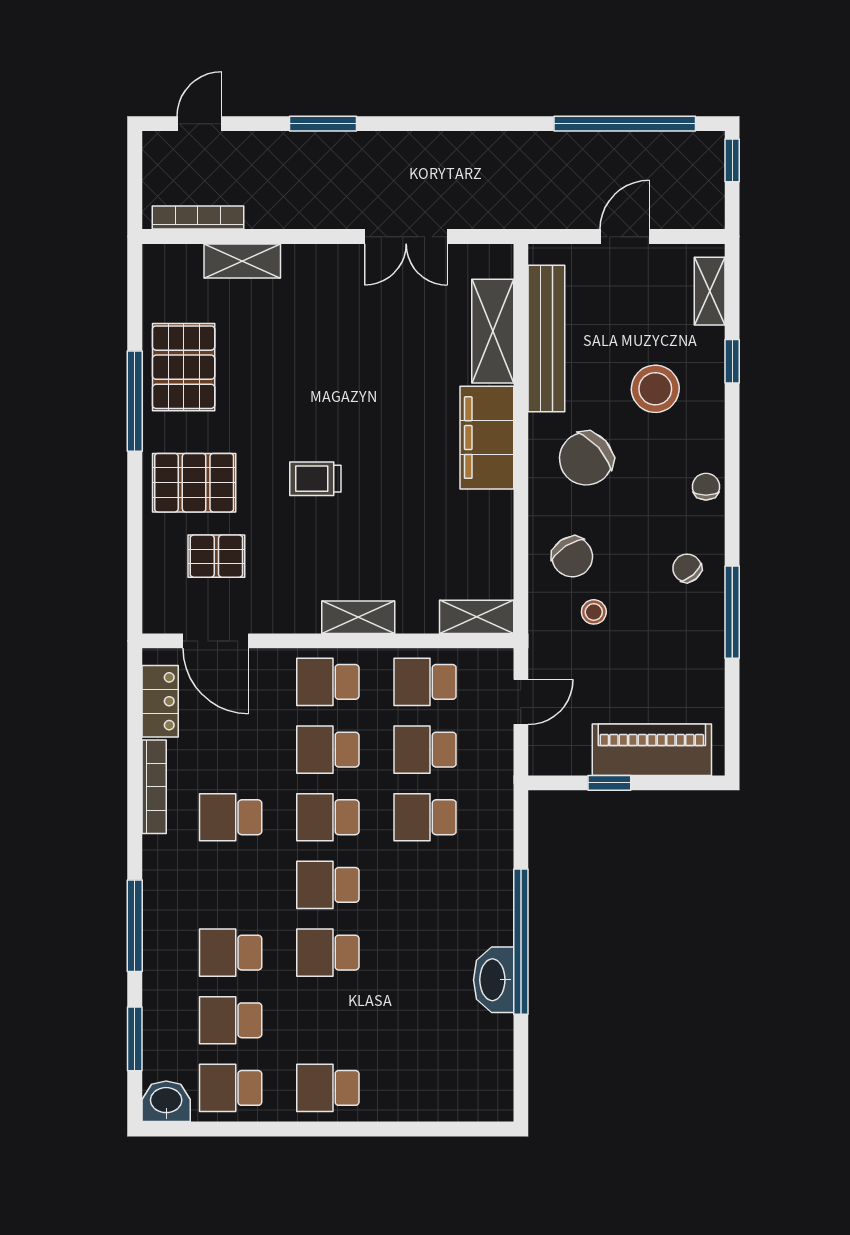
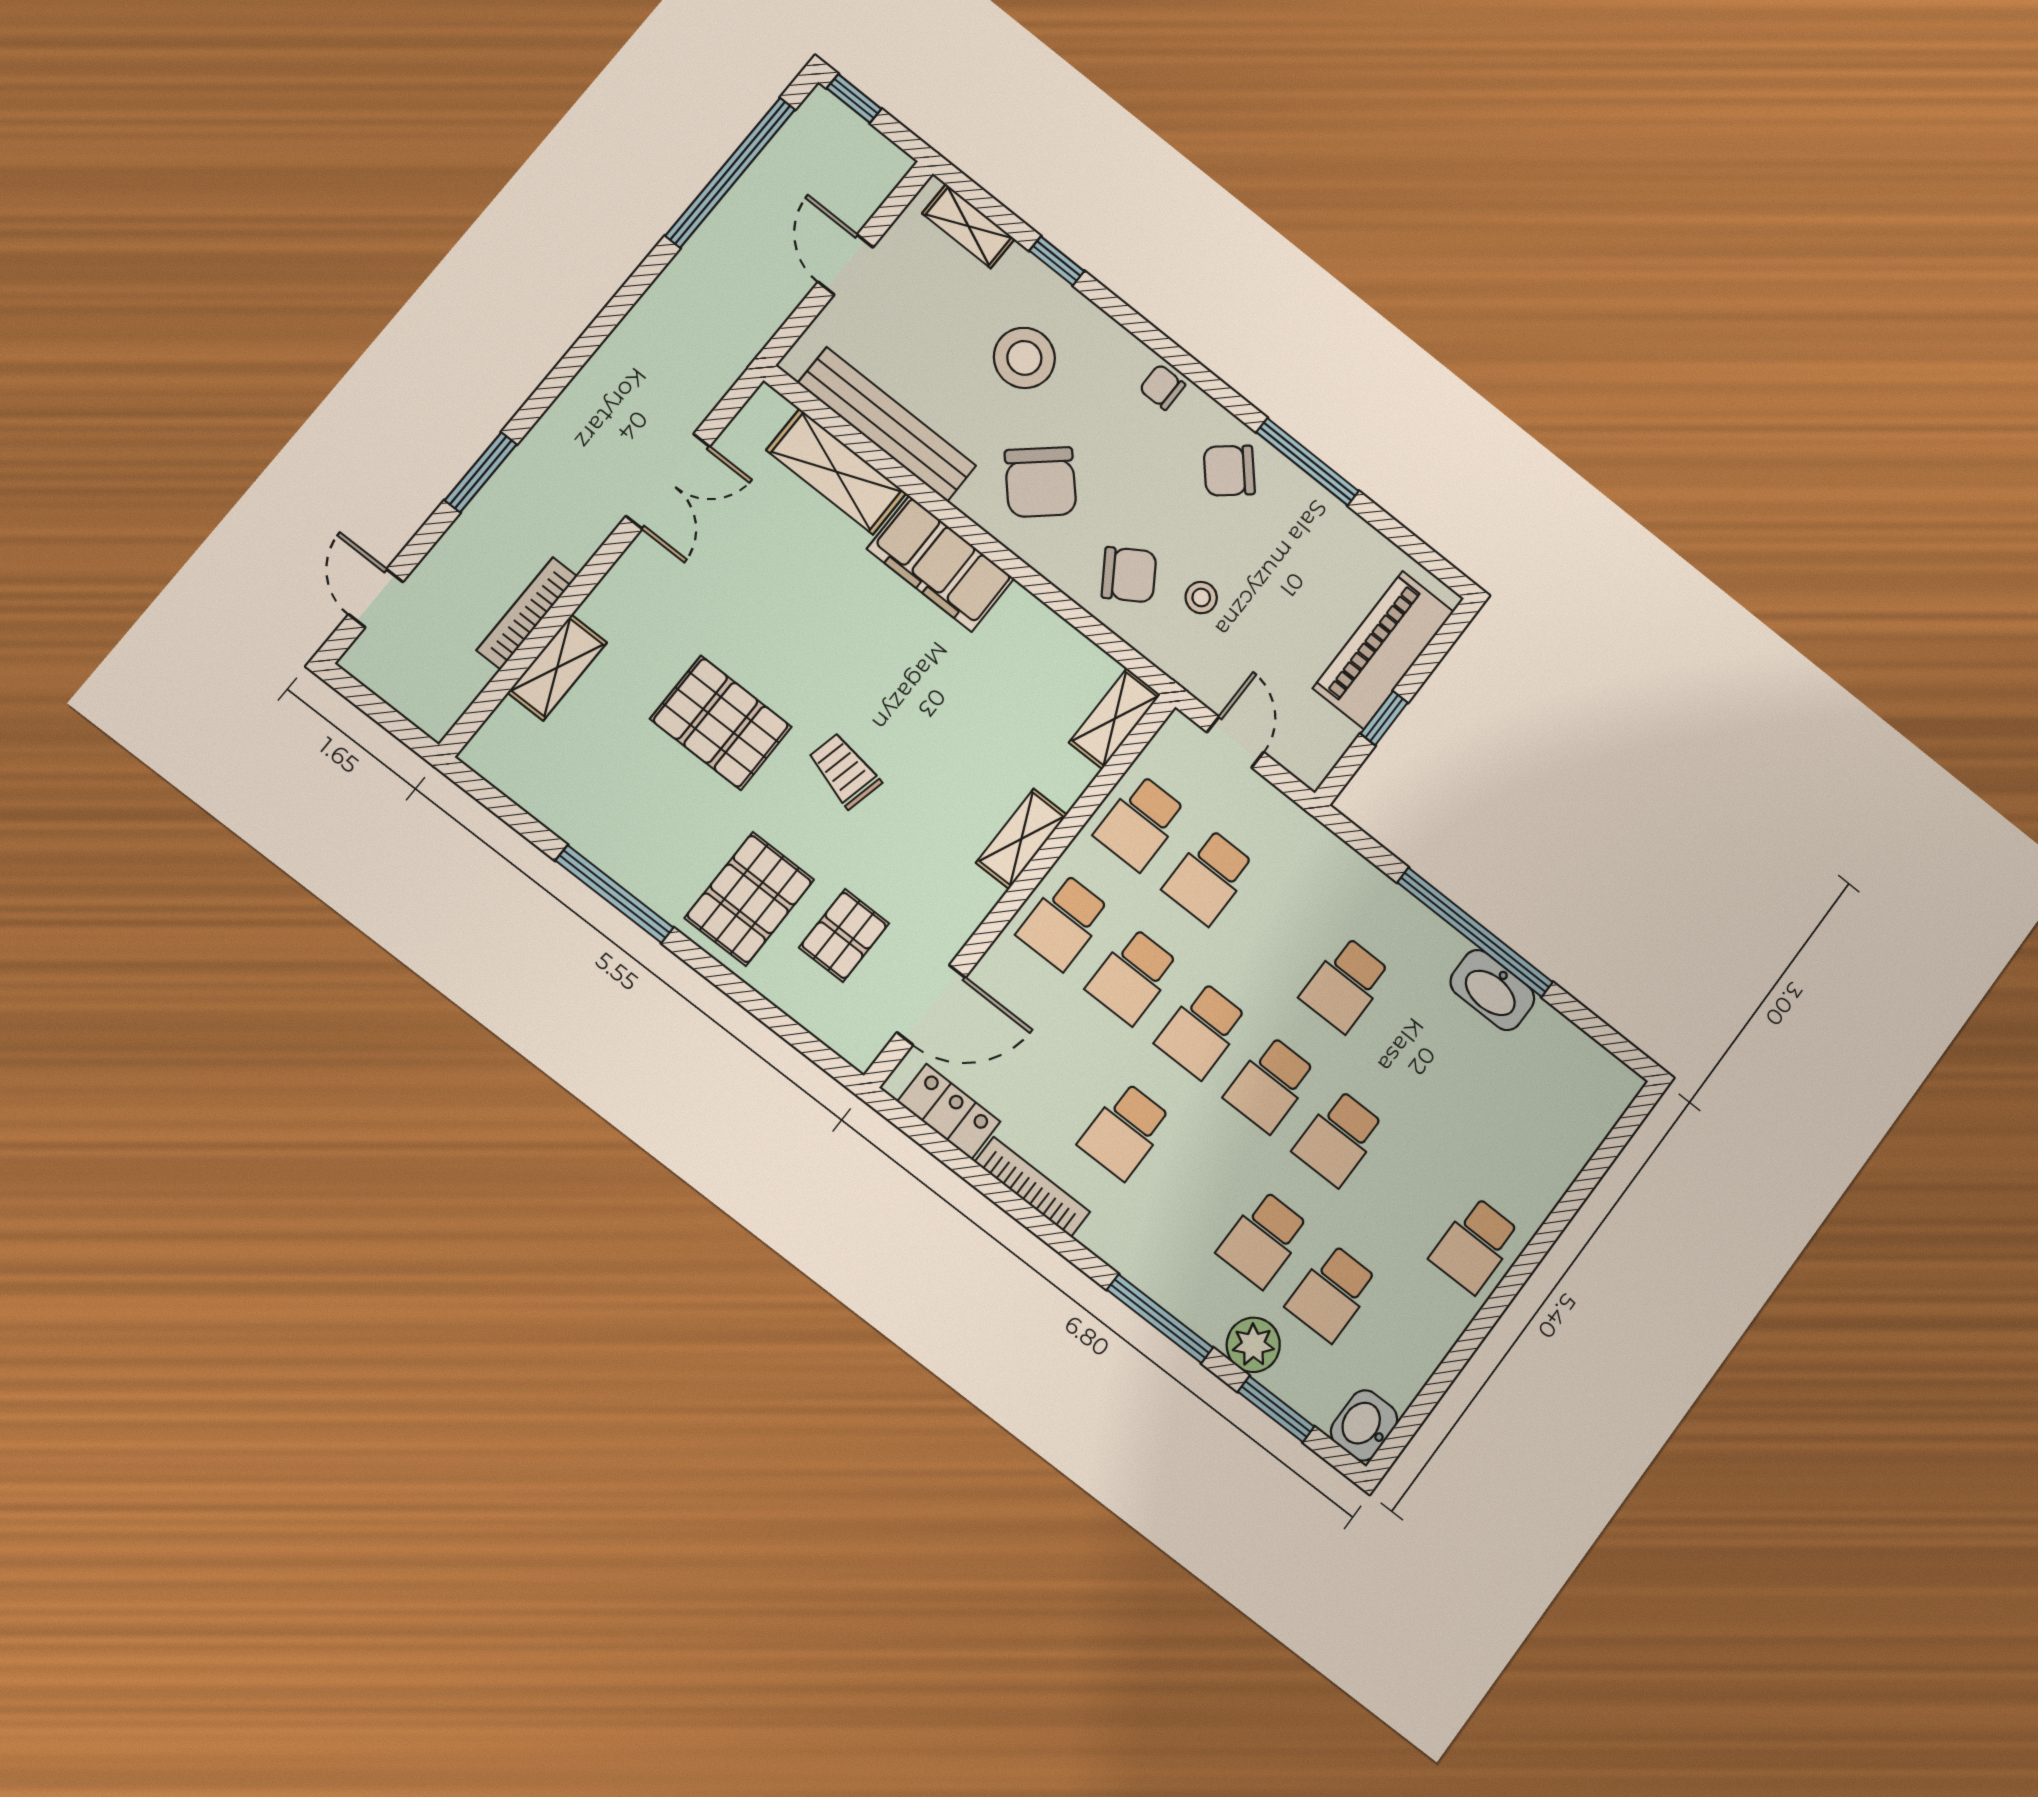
bookcase: (198, 218) -> (527, 613), moved
pallet: (184, 367) -> (721, 723), moved
trolley: (315, 479) -> (844, 771), turned 103
chair: (687, 568) -> (1229, 471), width x1.37, depth x1.37
school desk: (425, 817) -> (1345, 985), moved
plant: (163, 995) -> (1253, 1345), added
school desk: (231, 1088) -> (1400, 1347), removed

